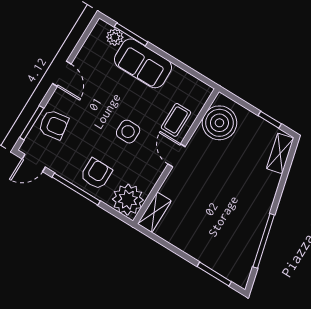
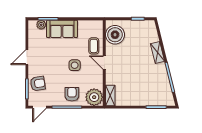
door: (62, 74) -> (27, 57), swing flipped
shelving: (280, 153) -> (157, 52), moved

